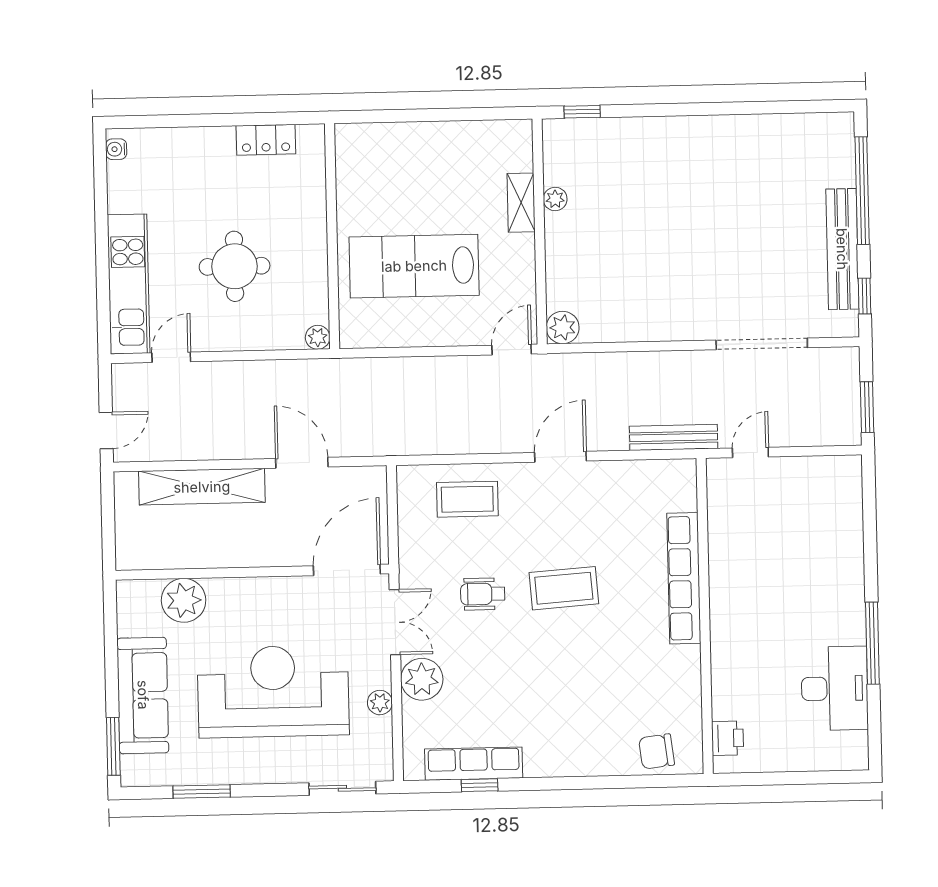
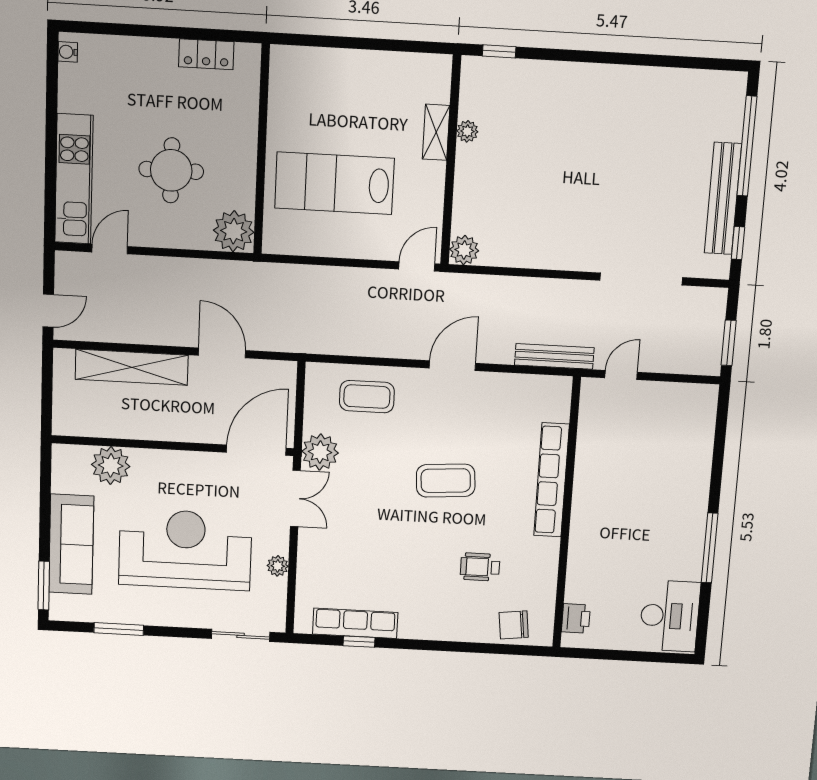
plant: (318, 337) -> (234, 231), width x1.88, depth x1.88
wheelchair: (483, 594) -> (480, 567), moved
plant: (422, 679) -> (320, 452), moved
desk: (835, 688) -> (670, 616), moved

